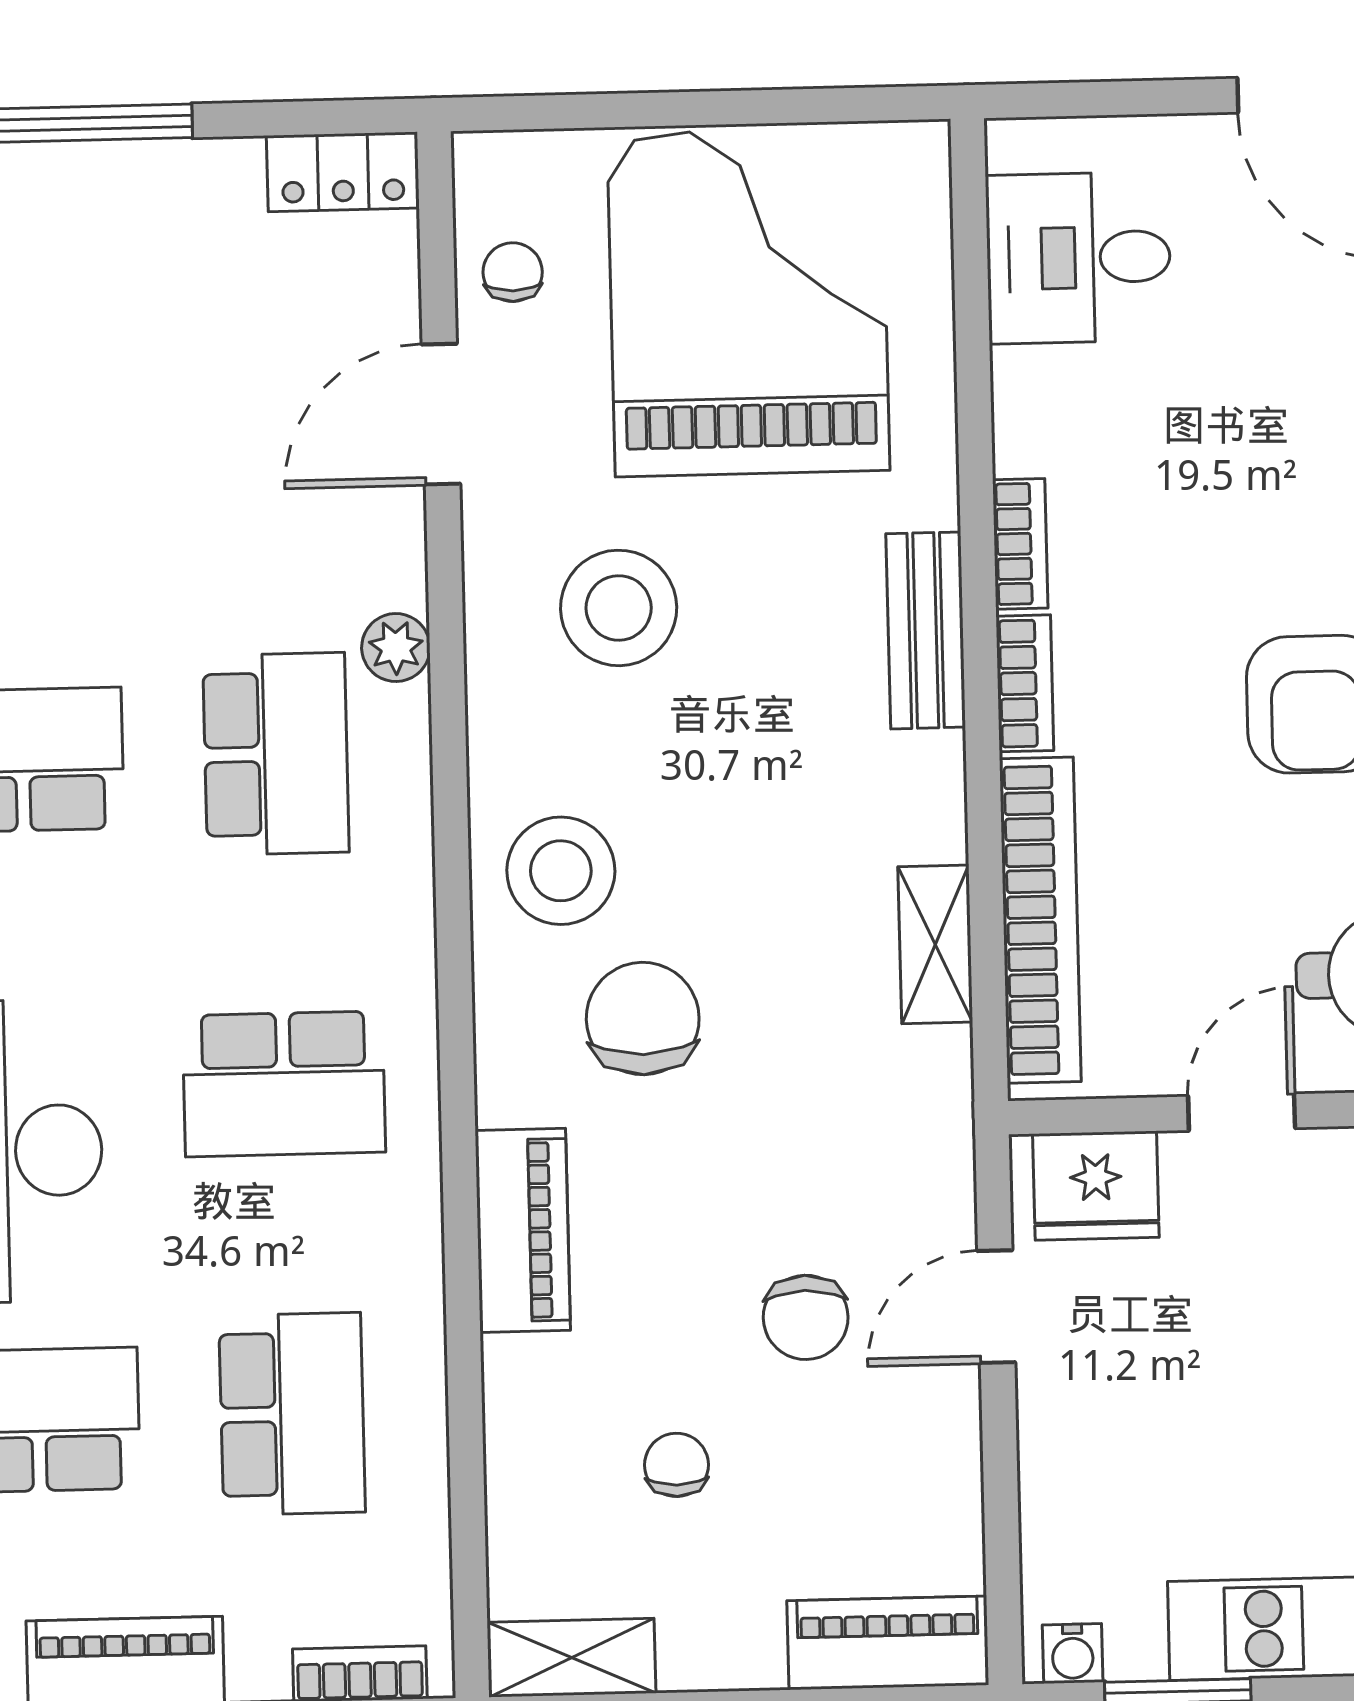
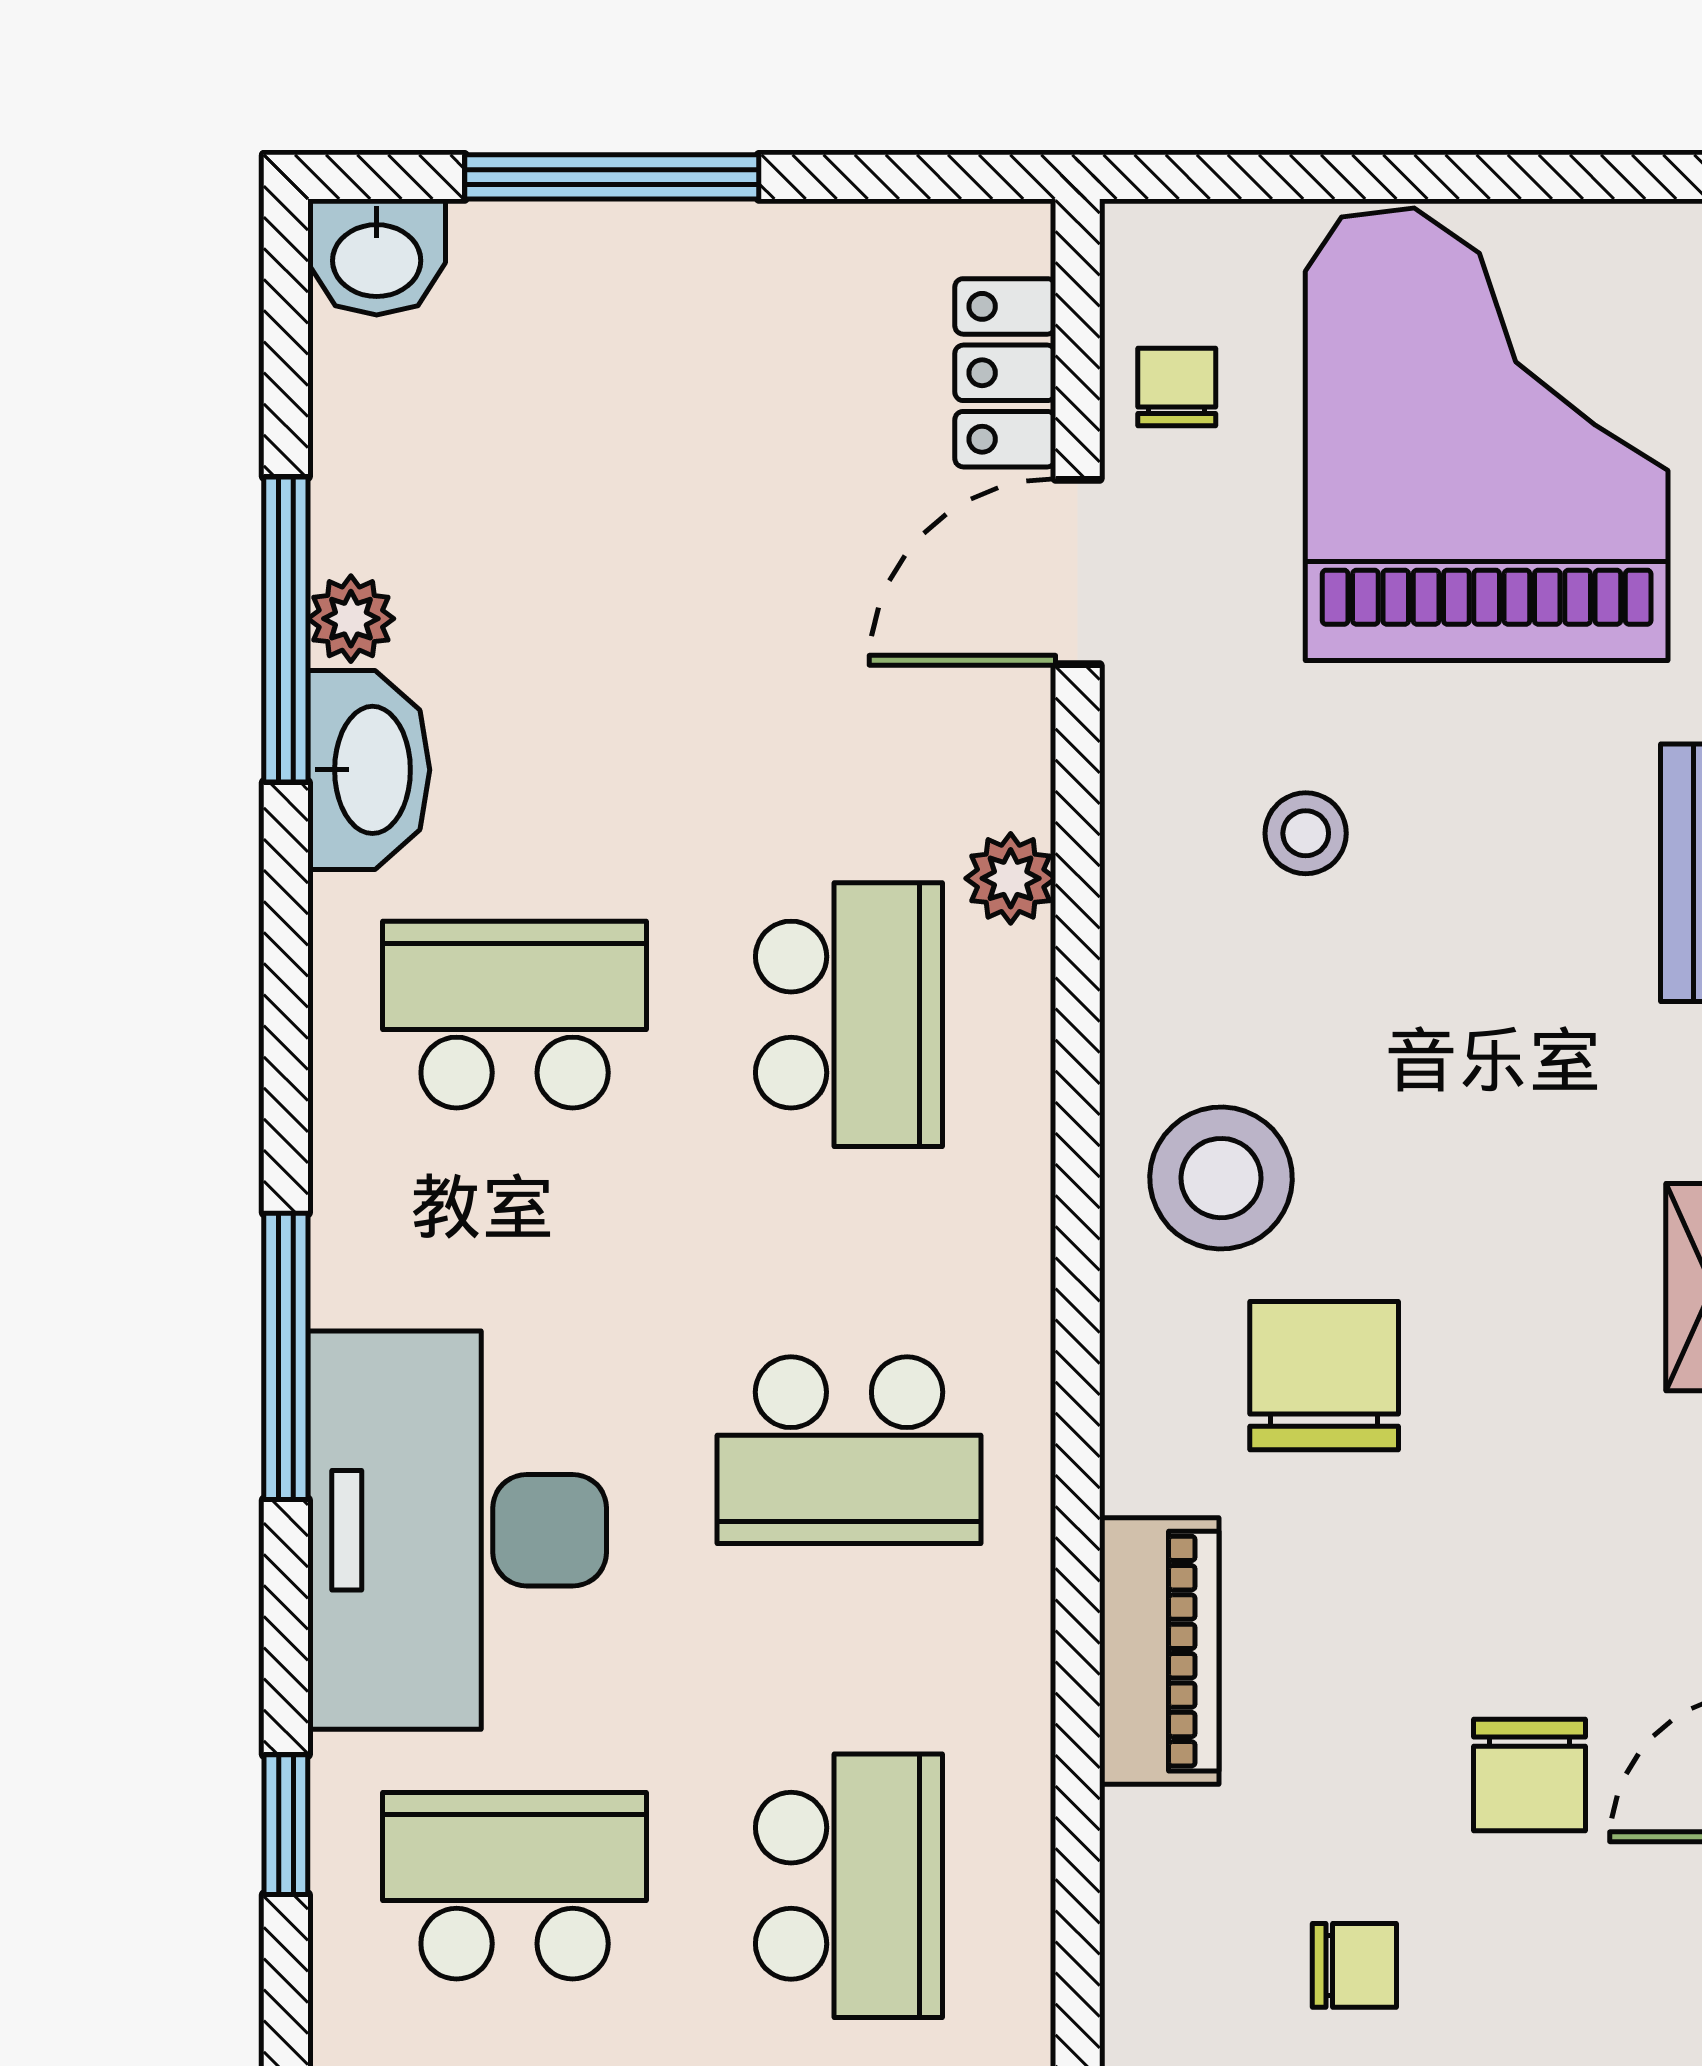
locker: (343, 172) -> (1005, 373), moved, turned 90
stool: (619, 608) -> (1306, 833), width x0.53, depth x0.53
chair: (676, 1465) -> (1354, 1965), turned 90

